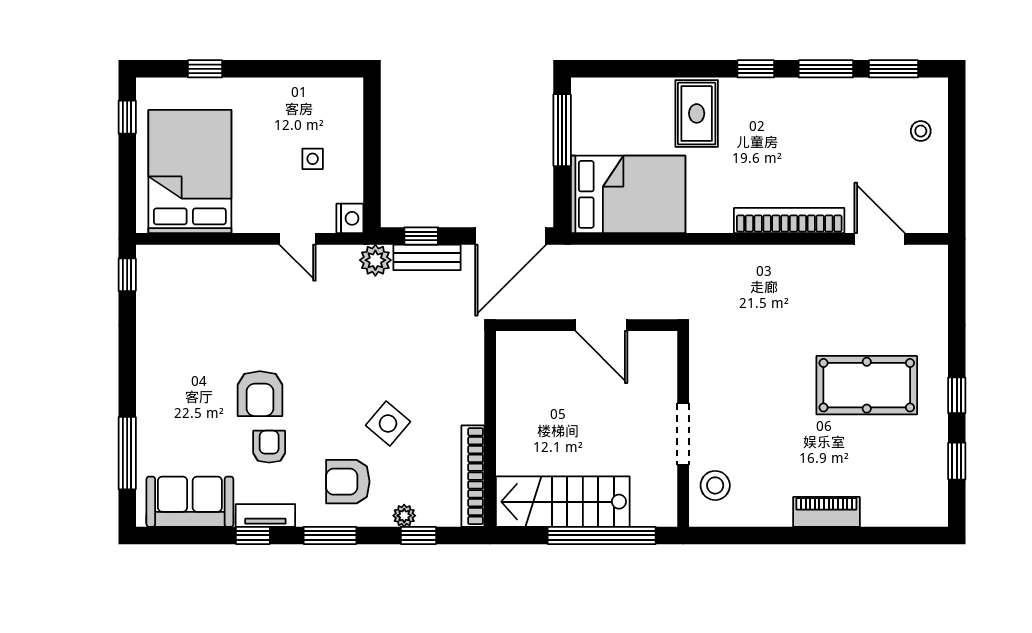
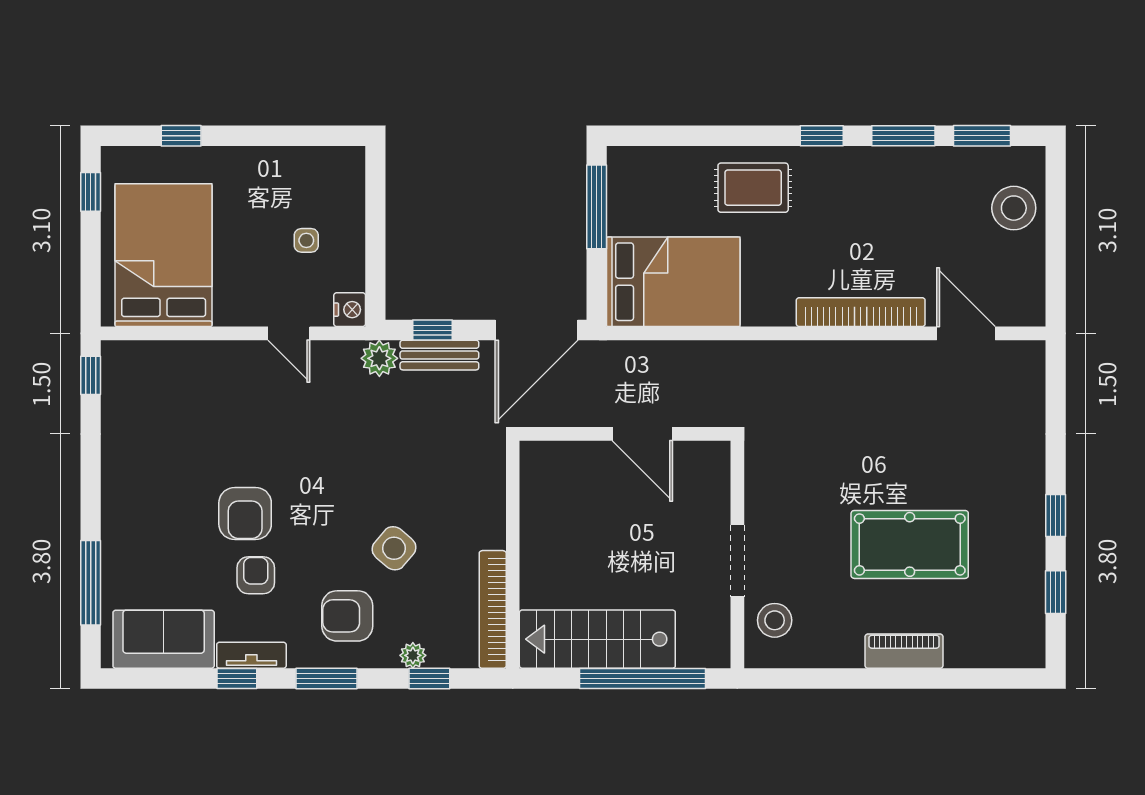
rug: (697, 113) -> (753, 188), turned 90
stool: (921, 131) -> (1014, 208), width x1.89, depth x1.89
pool table: (867, 385) -> (910, 544), moved

